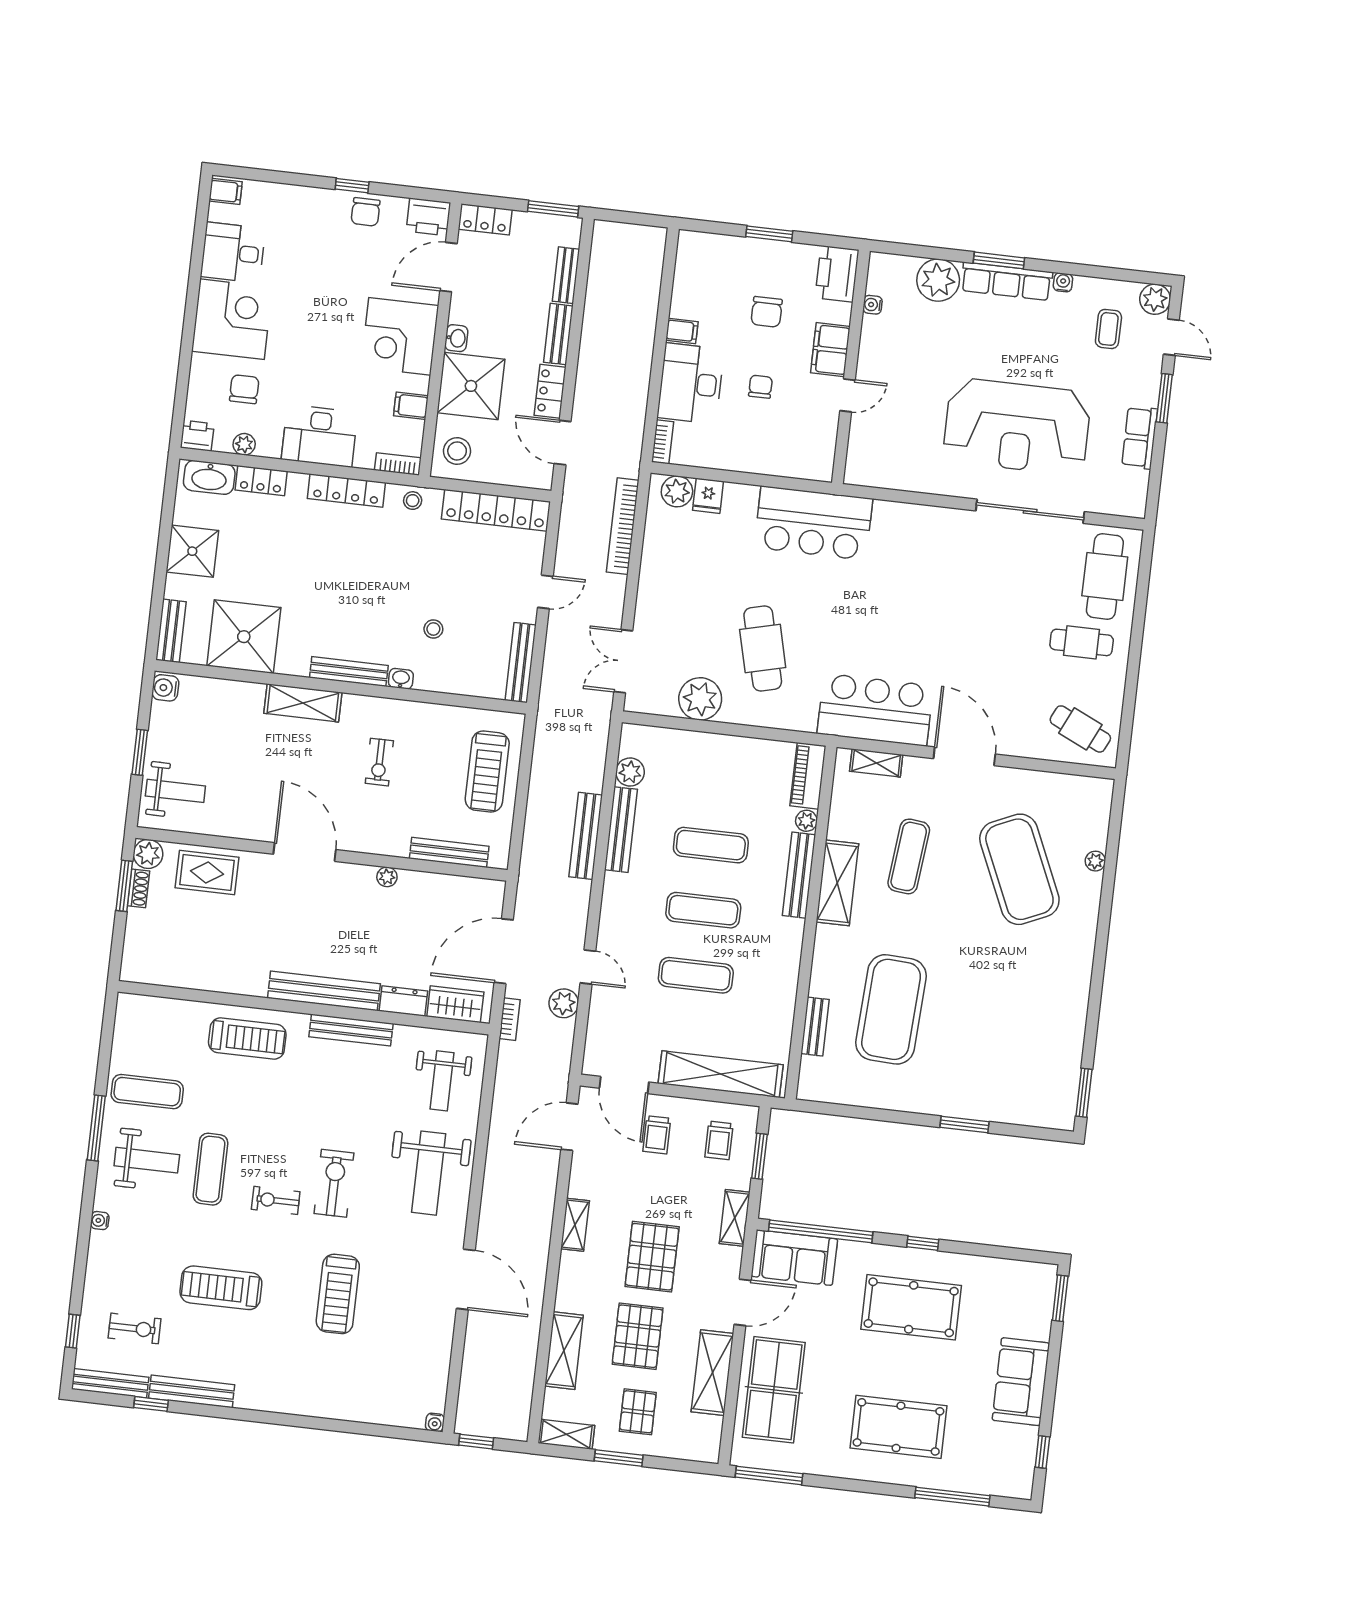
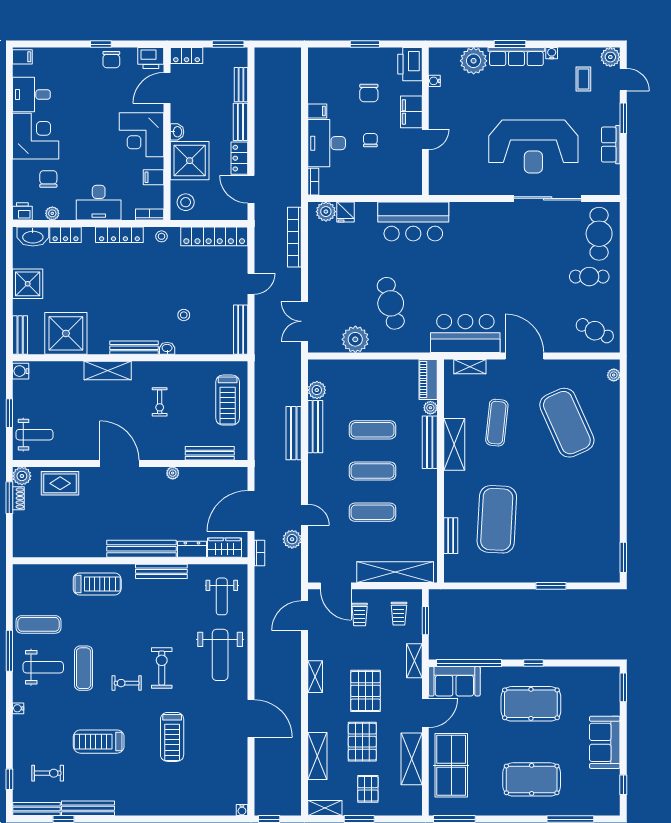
plant: (1095, 861) -> (614, 375), moved

